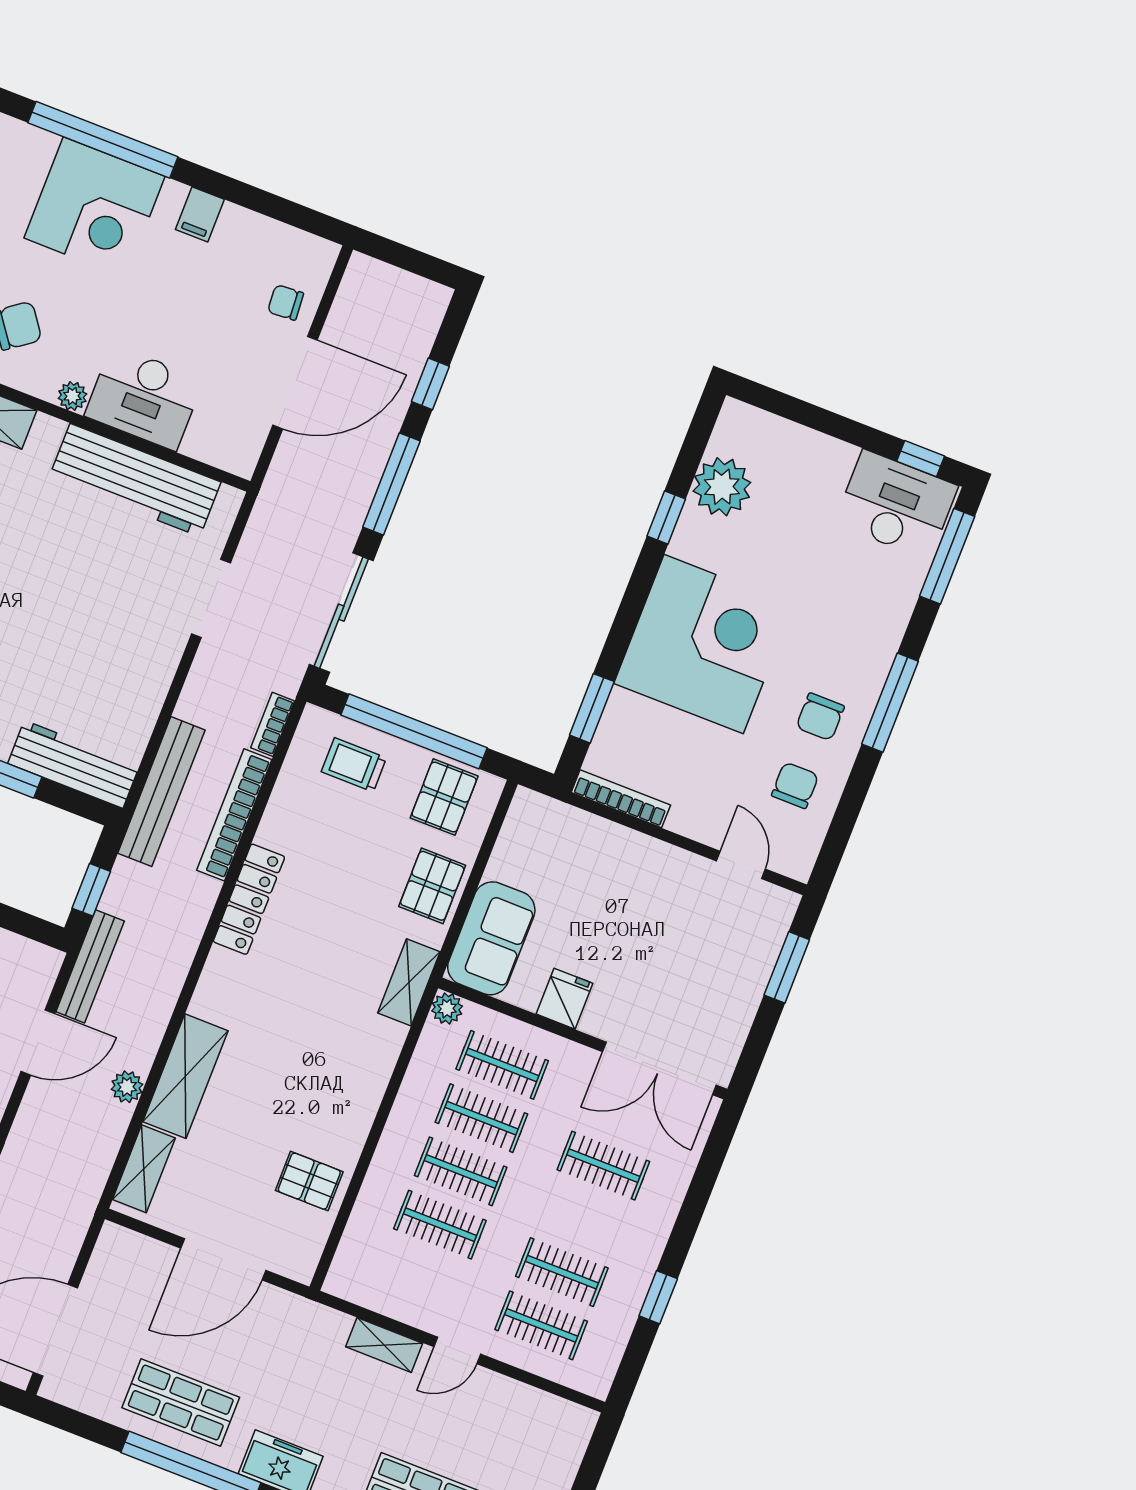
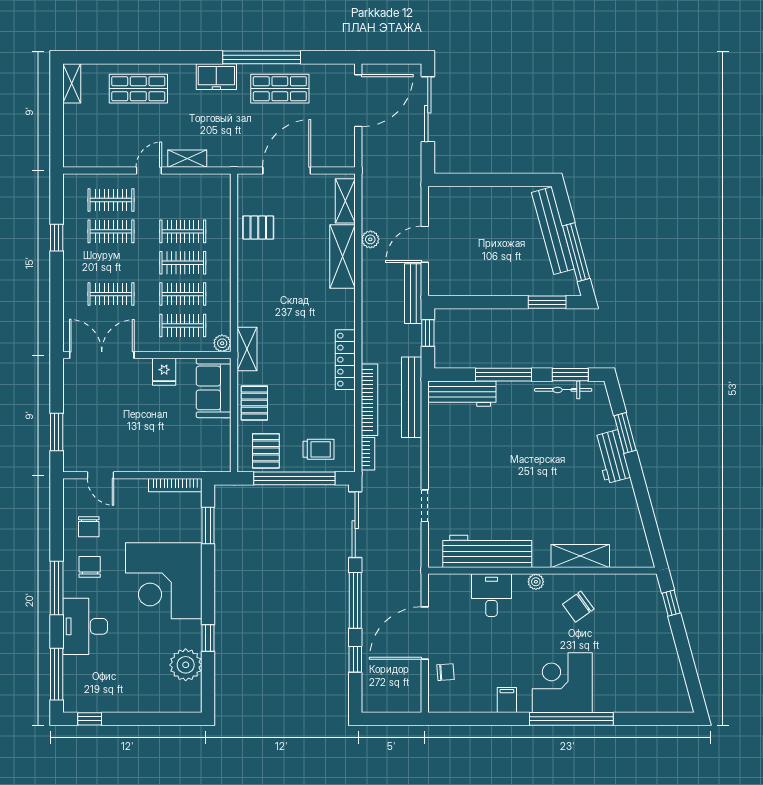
desk: (144, 398) -> (491, 595), width x0.73
desk: (896, 505) -> (85, 626), moved, turned 90
doorway: (211, 598) -> (425, 506), width x0.73

